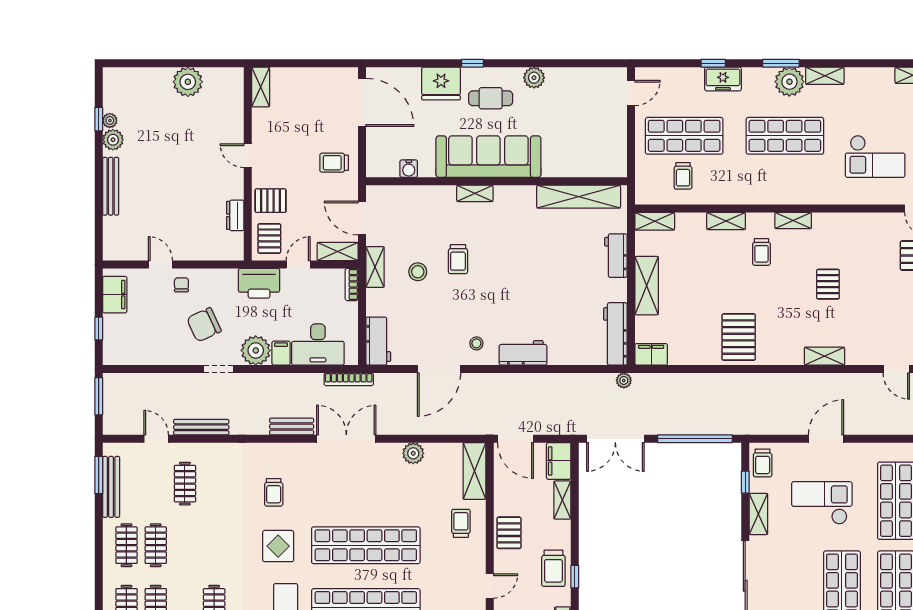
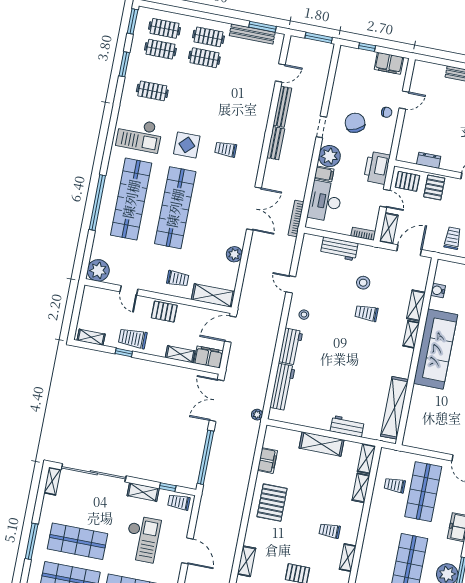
shelving: (726, 221) -> (361, 488), moved
shelving: (375, 267) -> (416, 306), moved, turned 90
workbench: (615, 334) -> (282, 387), moved, turned 90
pallet: (739, 337) -> (272, 503), turned 90
workbench: (378, 341) -> (339, 249), moved
filing cabinet: (651, 354) -> (267, 461), moved
door: (439, 369) -> (291, 284), width x0.53
bench: (292, 426) -> (276, 143), moved
clothes rail: (185, 484) -> (244, 87), removed

